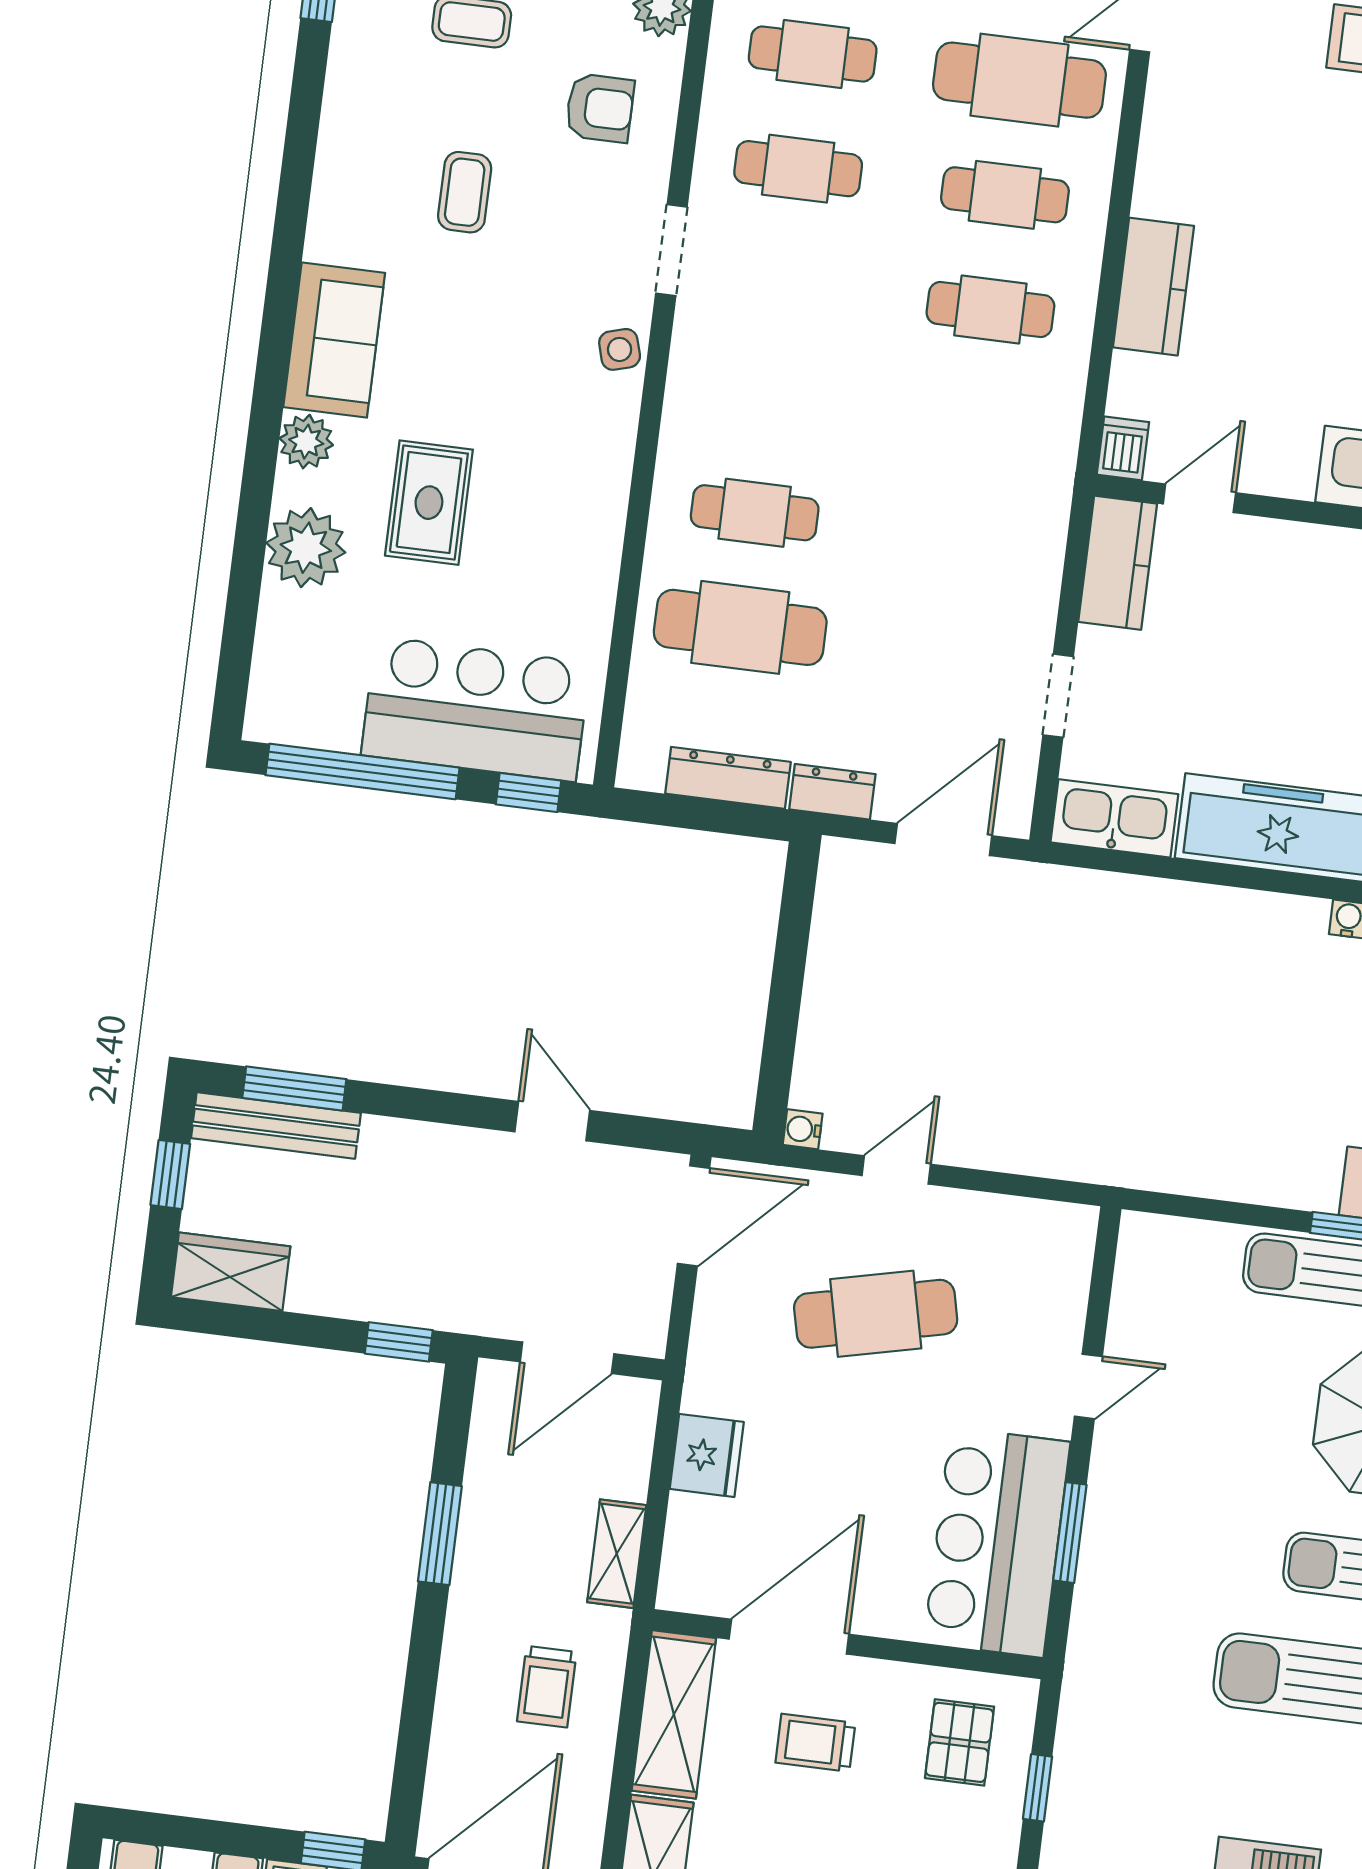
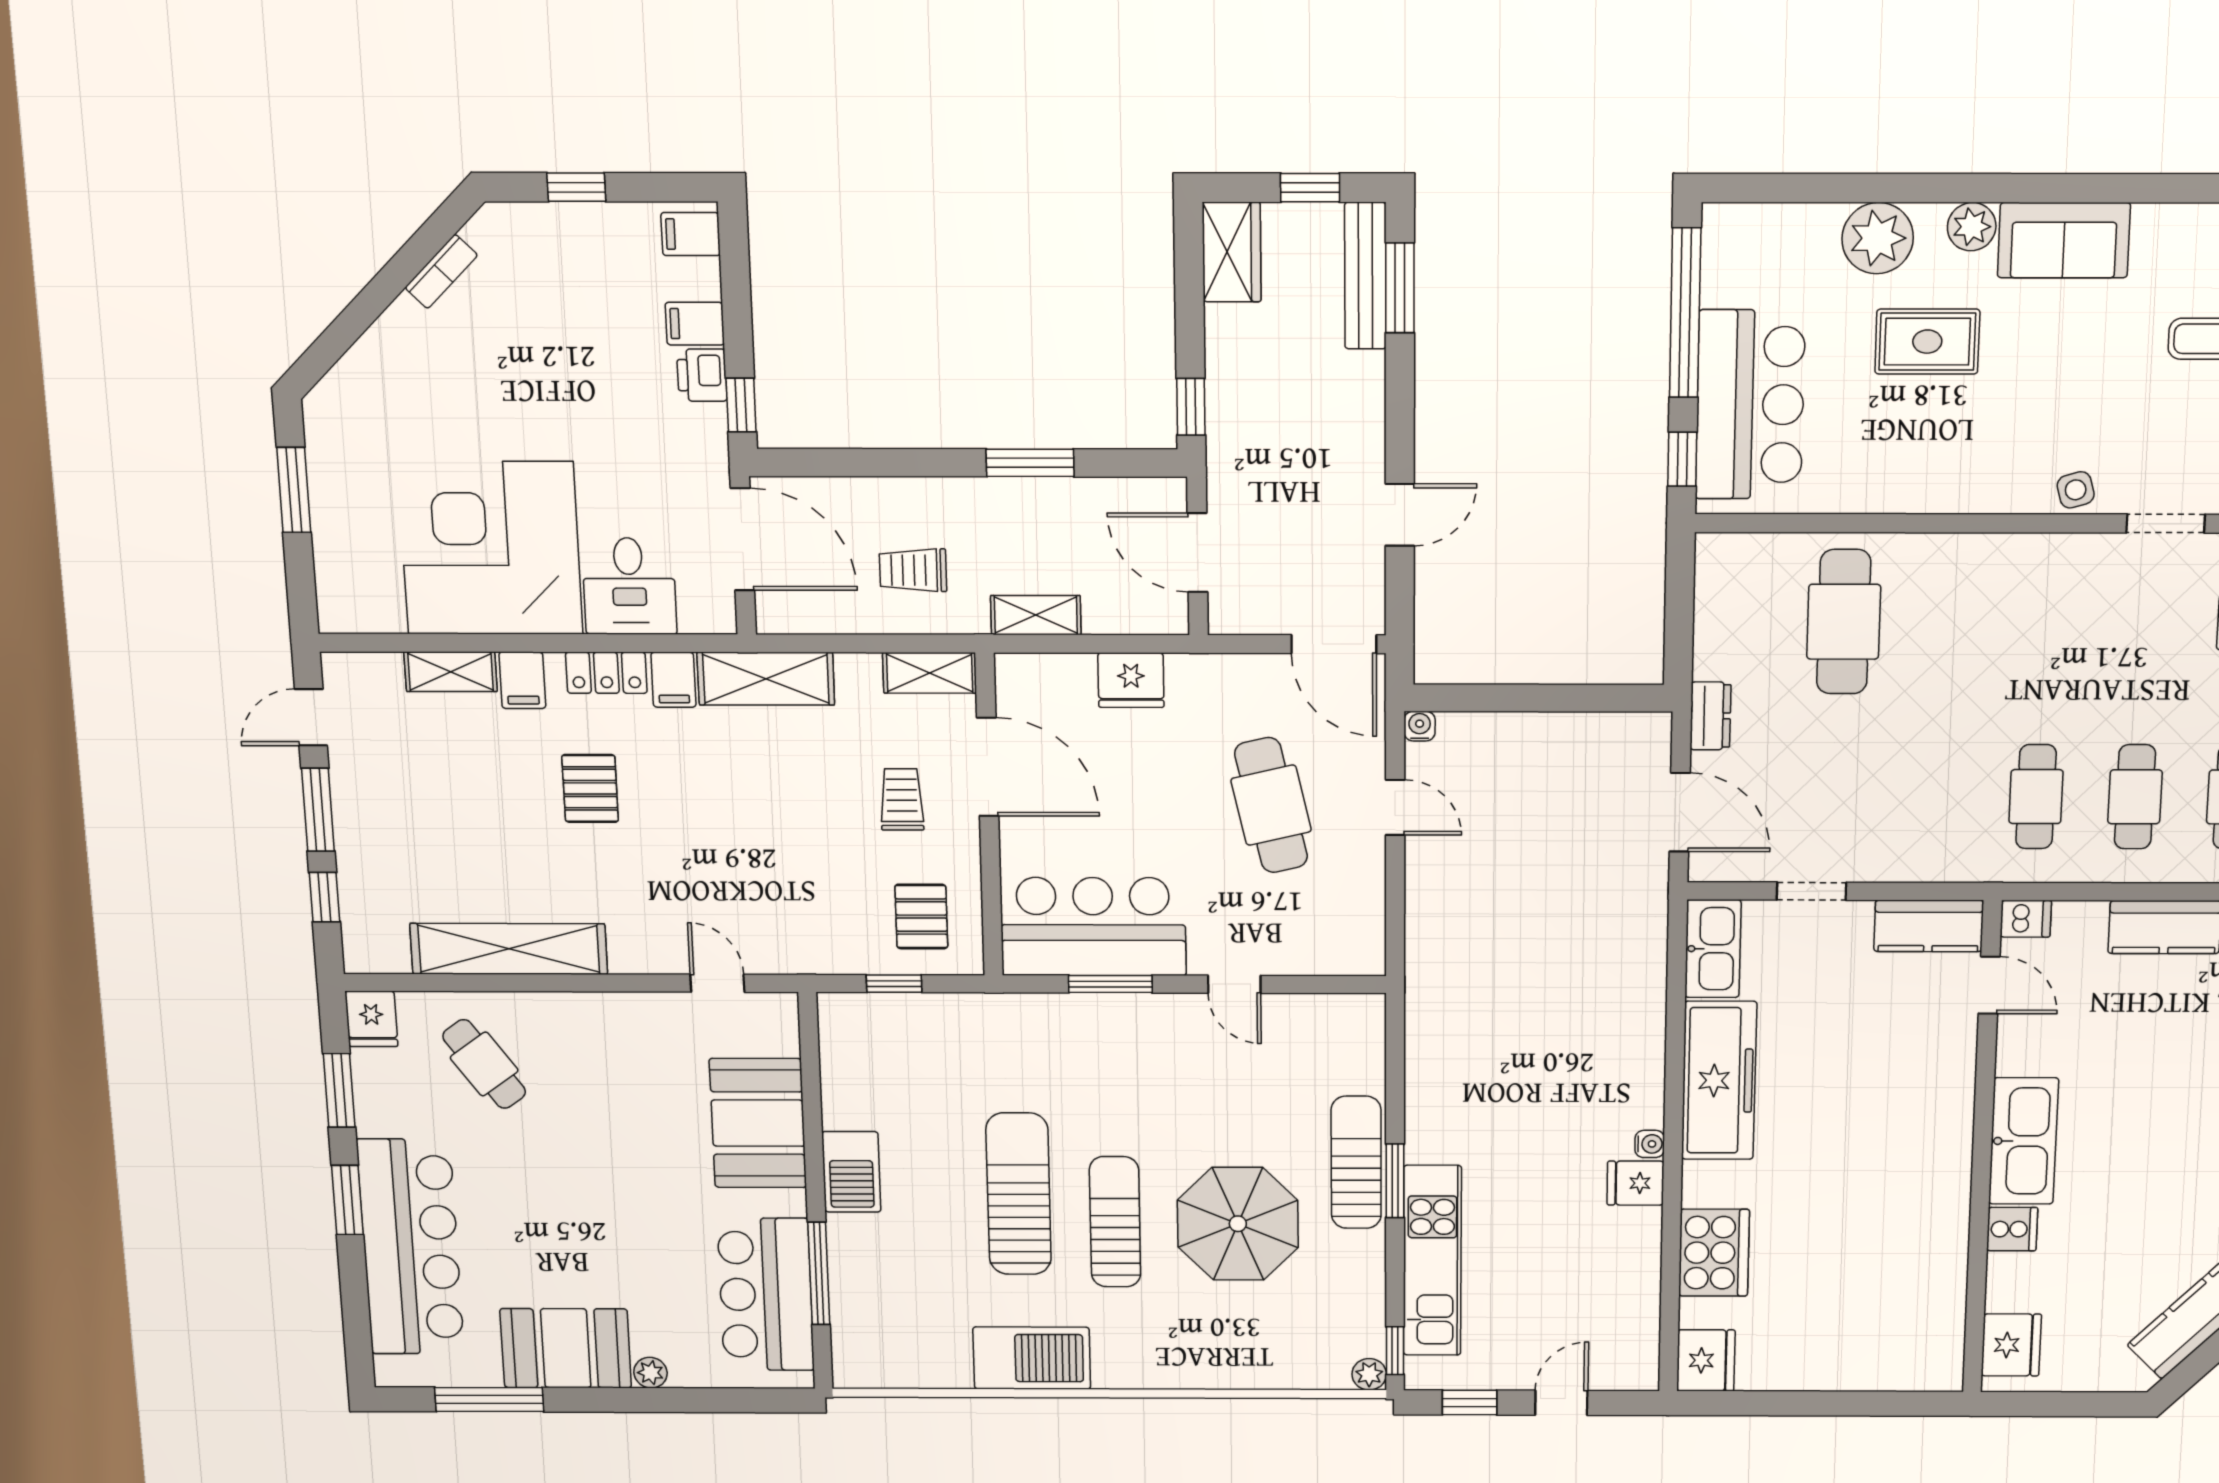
cafe table: (755, 513) -> (2036, 797), moved
dresser: (728, 778) -> (1713, 627), removed
shelving: (674, 1714) -> (930, 673), width x0.67, depth x0.75
pallet: (960, 1742) -> (921, 917), turned 90

